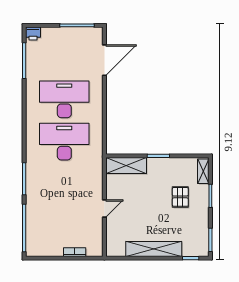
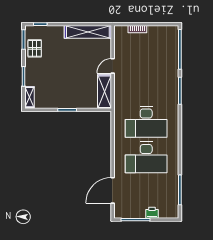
printer: (33, 33) -> (152, 213), moved
shelving: (126, 166) -> (104, 92), moved, turned 90
pallet: (180, 197) -> (35, 48), moved
shelving: (154, 249) -> (88, 32), moved

